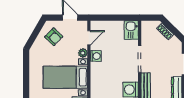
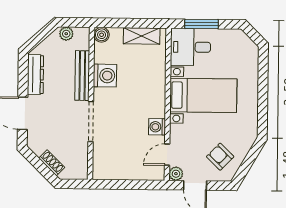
kitchen sink: (131, 30) -> (103, 165), removed
plant: (83, 53) -> (176, 174), moved

